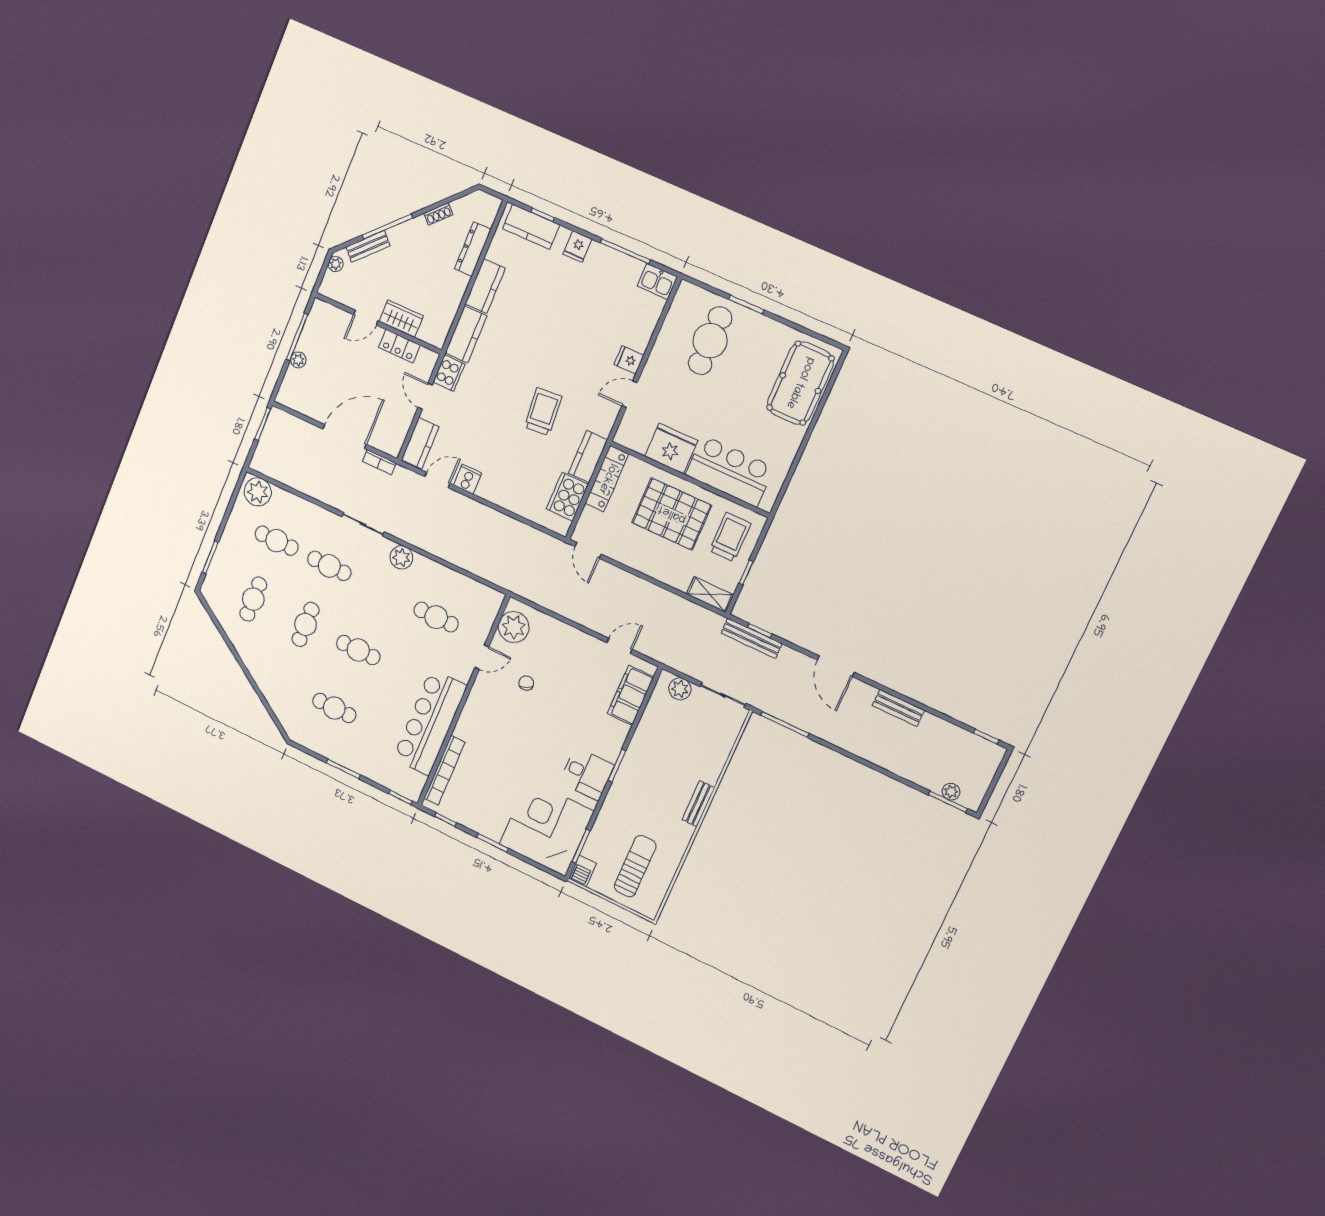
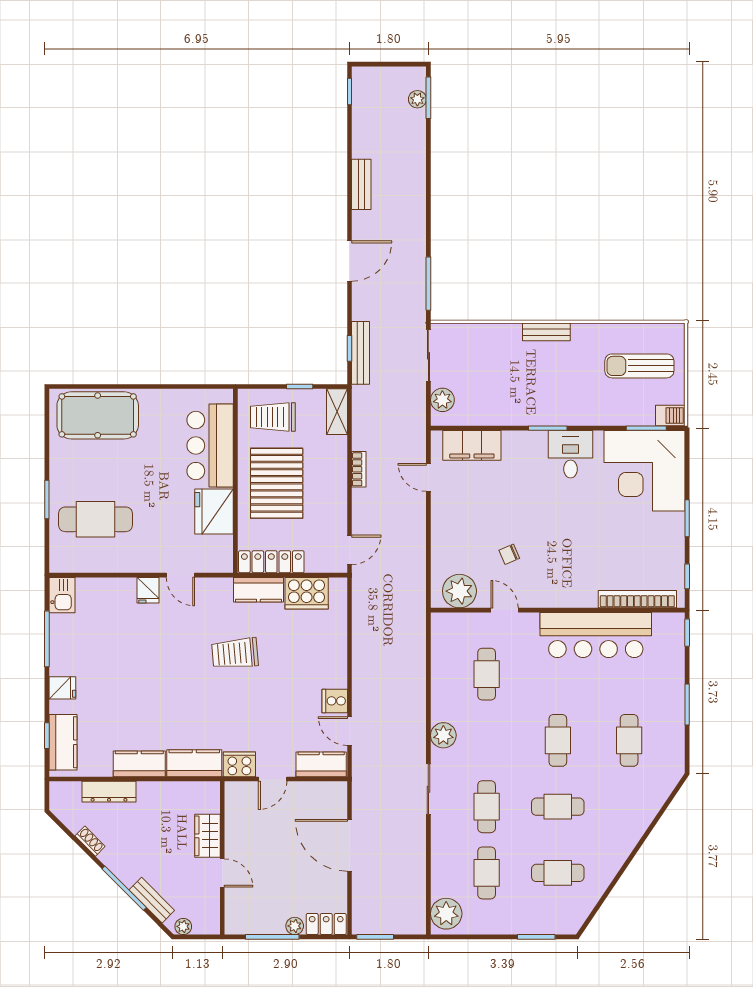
locker: (399, 346) -> (326, 924), moved, turned -90
bookcase: (379, 462) -> (359, 469), moved

